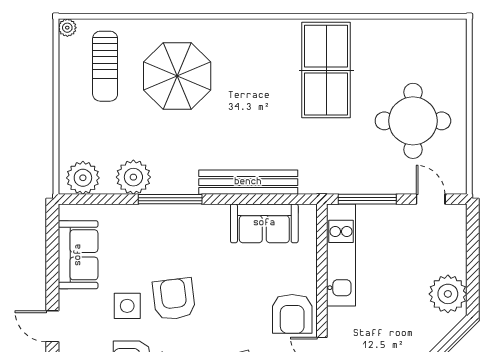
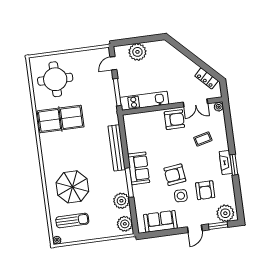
round table: (413, 121) -> (55, 79), moved
sofa: (264, 223) -> (139, 168), moved
plant: (448, 294) -> (137, 52), moved

